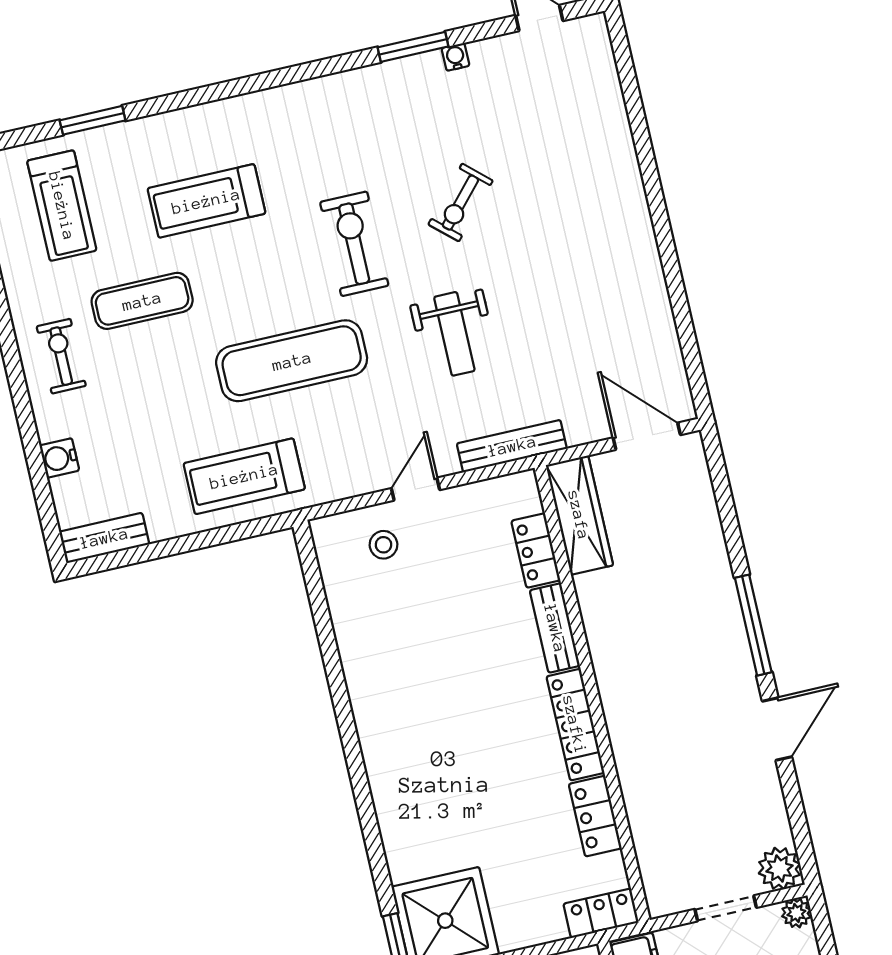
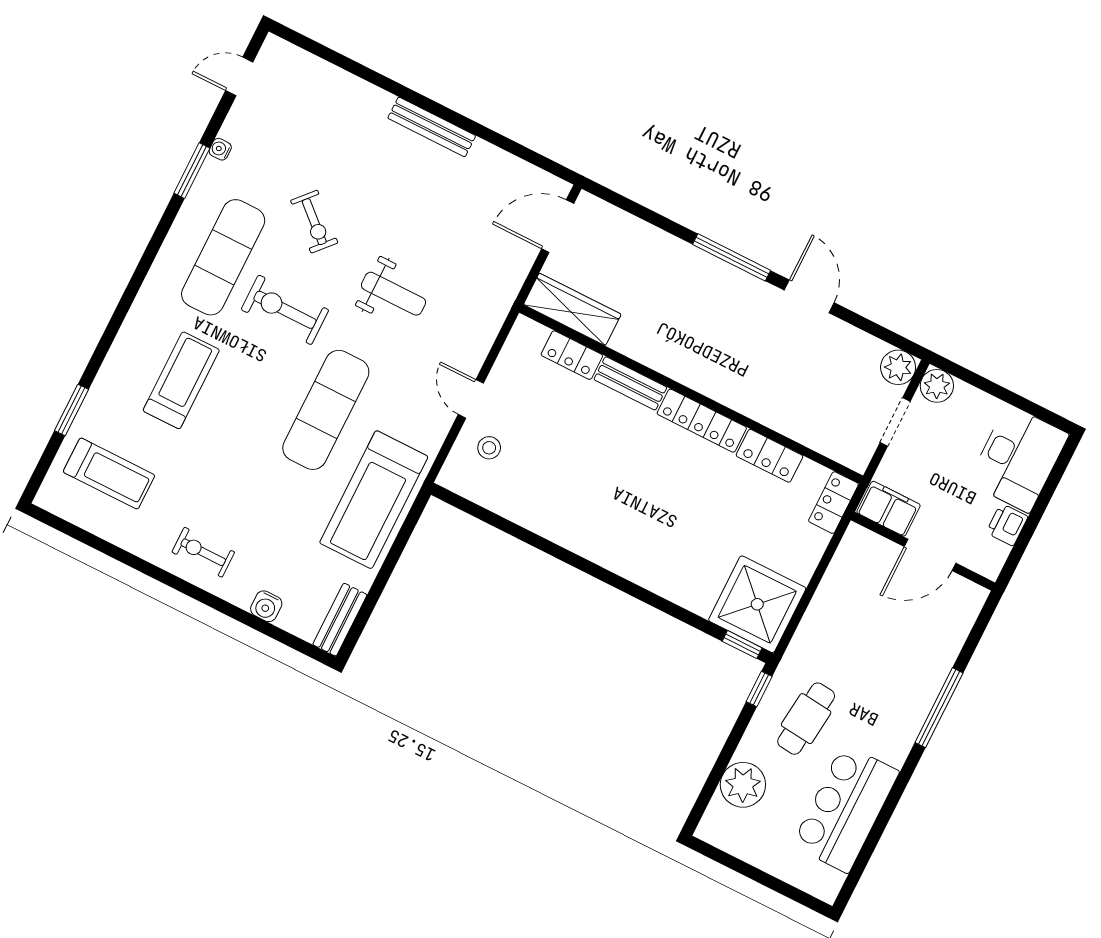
treadmill: (206, 201) -> (181, 380), turned 180
exercise mat: (142, 301) -> (223, 257), moved, width x1.36, depth x1.45
bench: (512, 446) -> (432, 127), moved, turned 90
treadmill: (244, 476) -> (374, 500), width x1.37, depth x1.38
plant: (796, 913) -> (937, 386), width x1.38, depth x1.38

